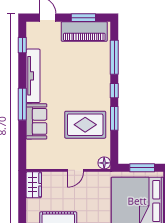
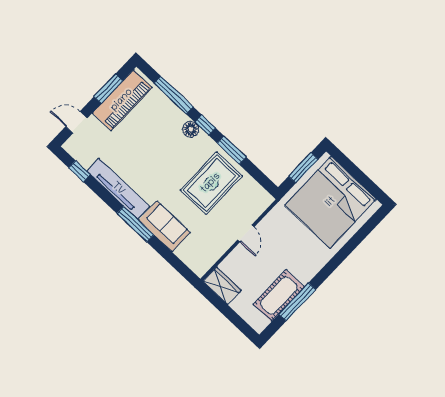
floor lamp: (104, 163) -> (191, 129), moved

